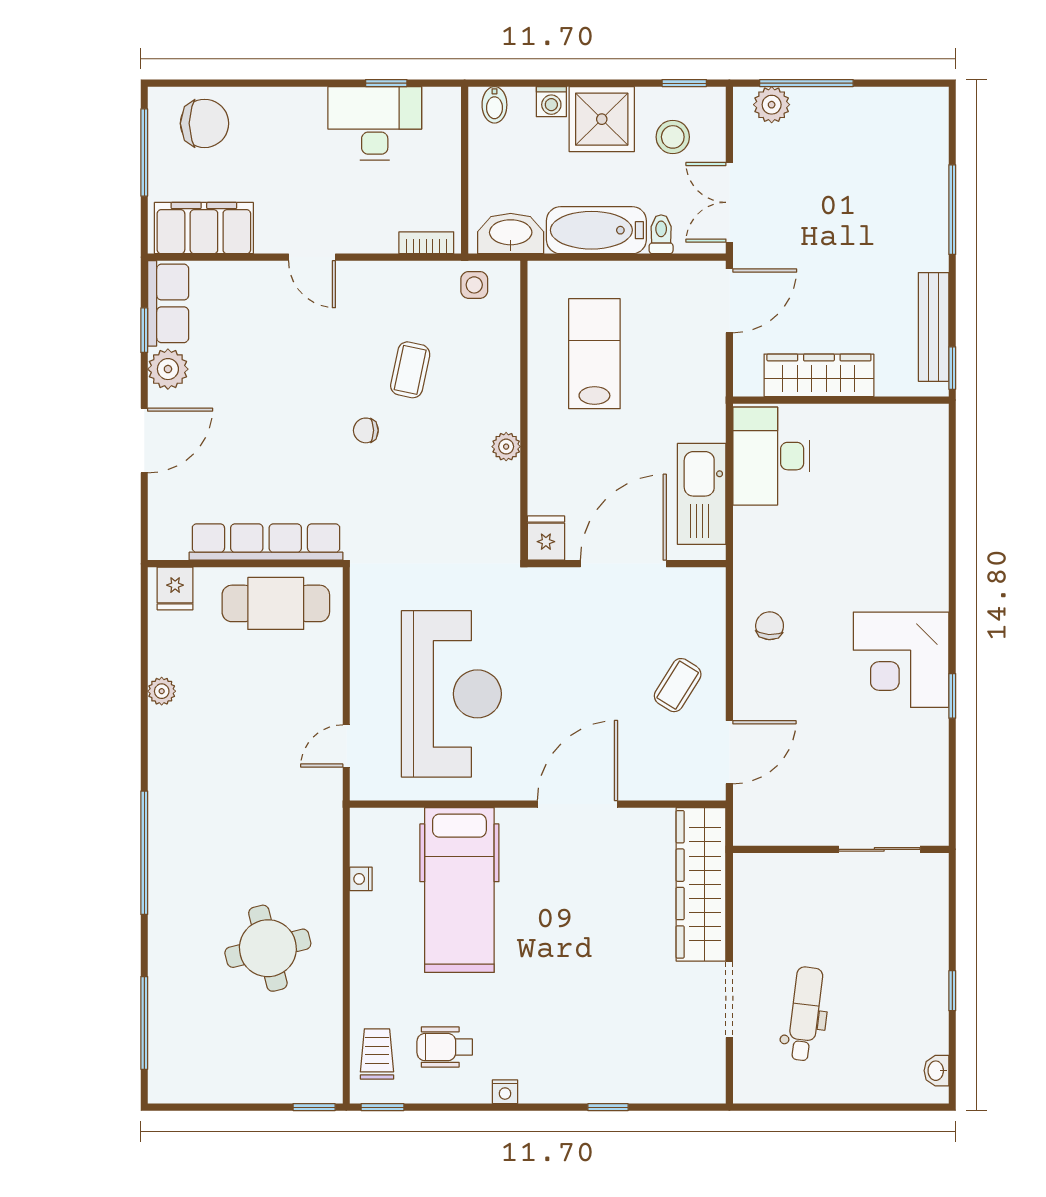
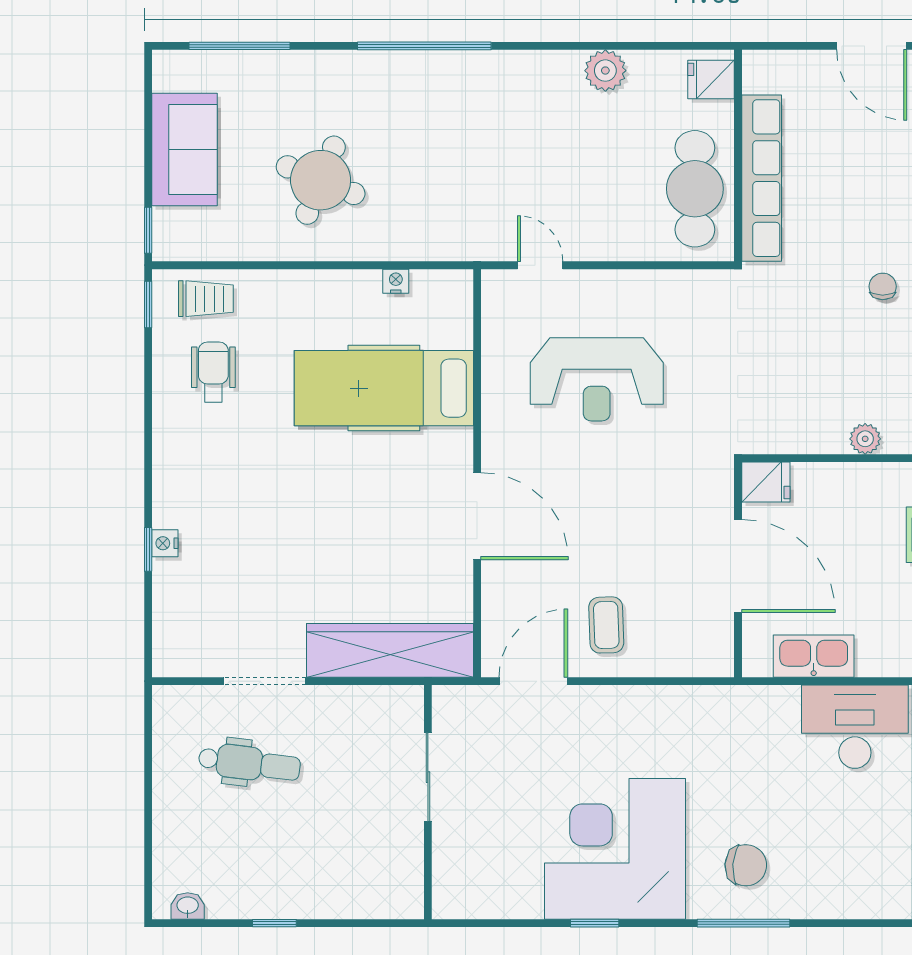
kitchen sink: (702, 494) -> (814, 656), width x0.73, depth x0.81
window: (952, 559) -> (744, 923), added
chair: (770, 626) -> (746, 865), moved, width x1.37, depth x1.37
corner desk: (901, 660) -> (615, 849), width x1.36, depth x1.36
coffee table: (678, 685) -> (606, 625), turned 56
plant: (162, 691) -> (605, 71), width x1.38, depth x1.38
reception desk: (451, 694) -> (597, 379), width x0.74, depth x0.77
door: (729, 752) -> (533, 681), swing flipped
sliding door: (879, 849) -> (428, 777), moved
round table: (268, 948) -> (321, 180), turned 36
sofa: (240, 1074) -> (185, 149), added
nightstand: (505, 1092) -> (165, 543), moved

